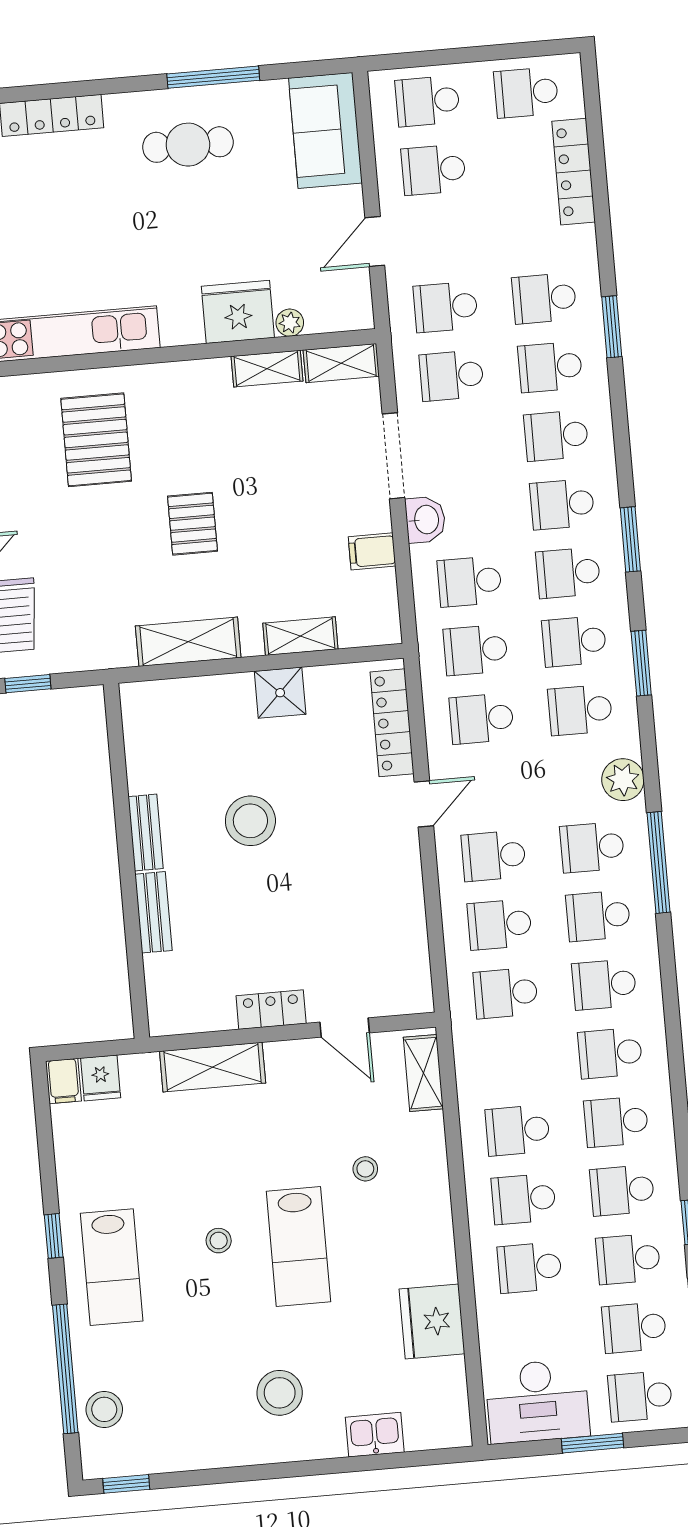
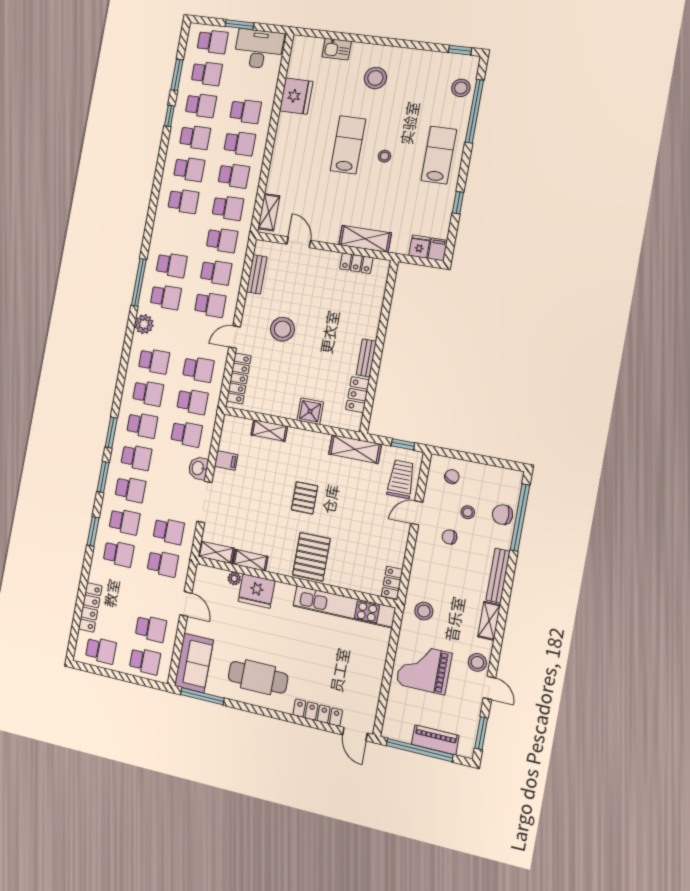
window: (213, 77) -> (202, 696), moved
cafe table: (188, 145) -> (258, 677), width x1.37, depth x1.35
door: (375, 242) -> (186, 604), hinge flipped
pallet: (96, 440) -> (311, 557), moved
shelving: (188, 642) -> (355, 449), moved
window: (641, 663) -> (103, 477), moved
shower: (280, 693) -> (310, 411), moved
locker: (143, 756) -> (358, 395), added
stool: (250, 821) -> (282, 329), moved
bench: (154, 912) -> (257, 274), moved
school desk: (604, 985) -> (228, 208), moved
locker: (271, 1010) -> (356, 263), moved
stool: (365, 1169) -> (307, 174), removed
window: (54, 1236) -> (458, 203), moved

